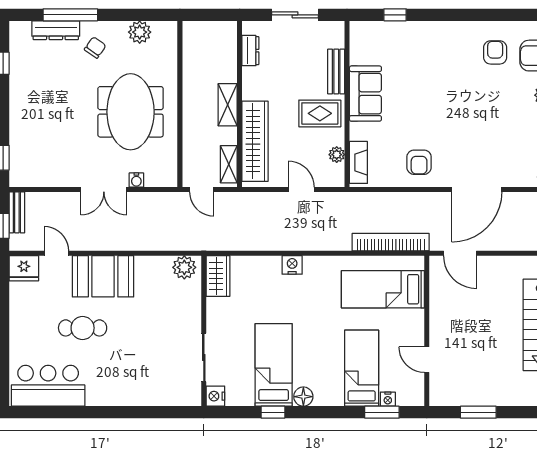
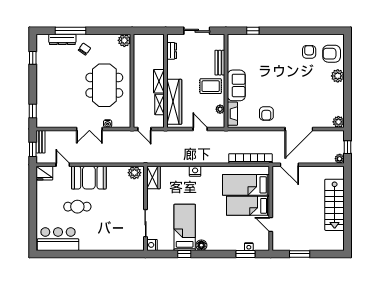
plant: (140, 32) -> (124, 40), moved
sofa: (365, 94) -> (236, 85), moved
shelving: (229, 164) -> (160, 104), moved
bed: (362, 368) -> (248, 206), moved, turned -90

